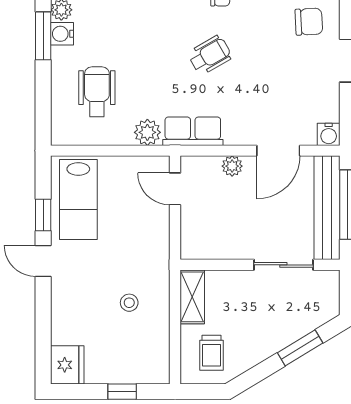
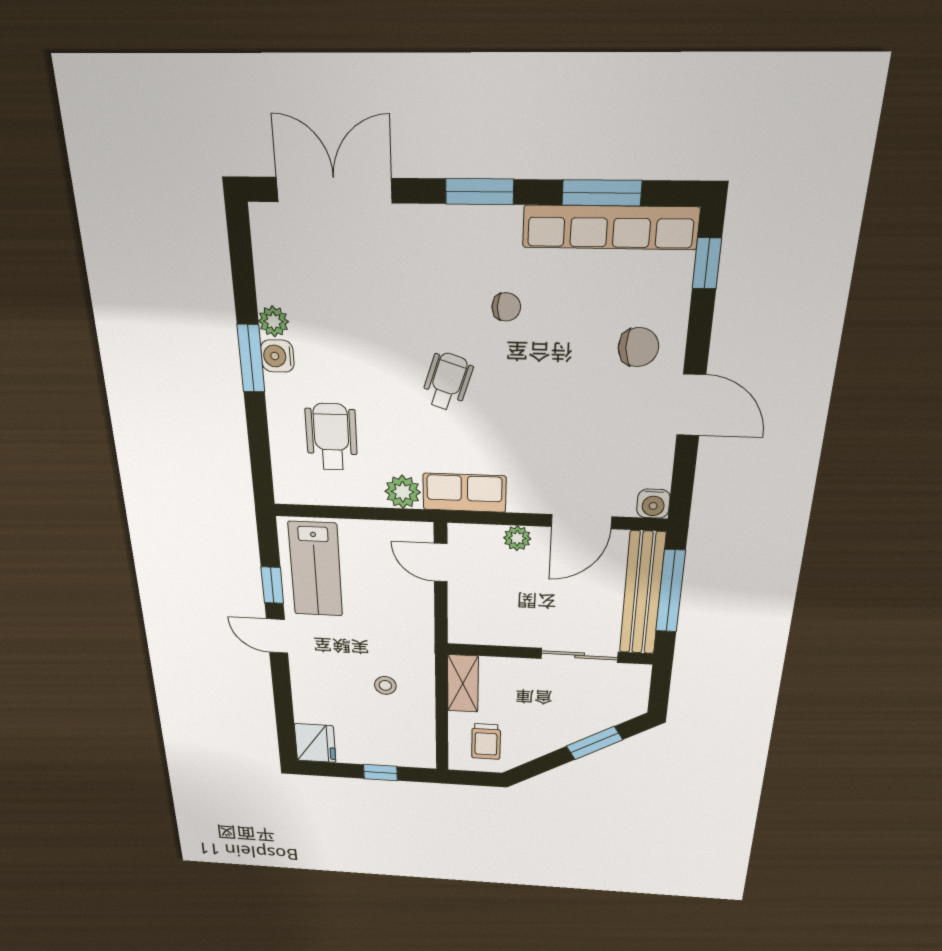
wheelchair: (210, 55) -> (447, 382), moved, turned -42

